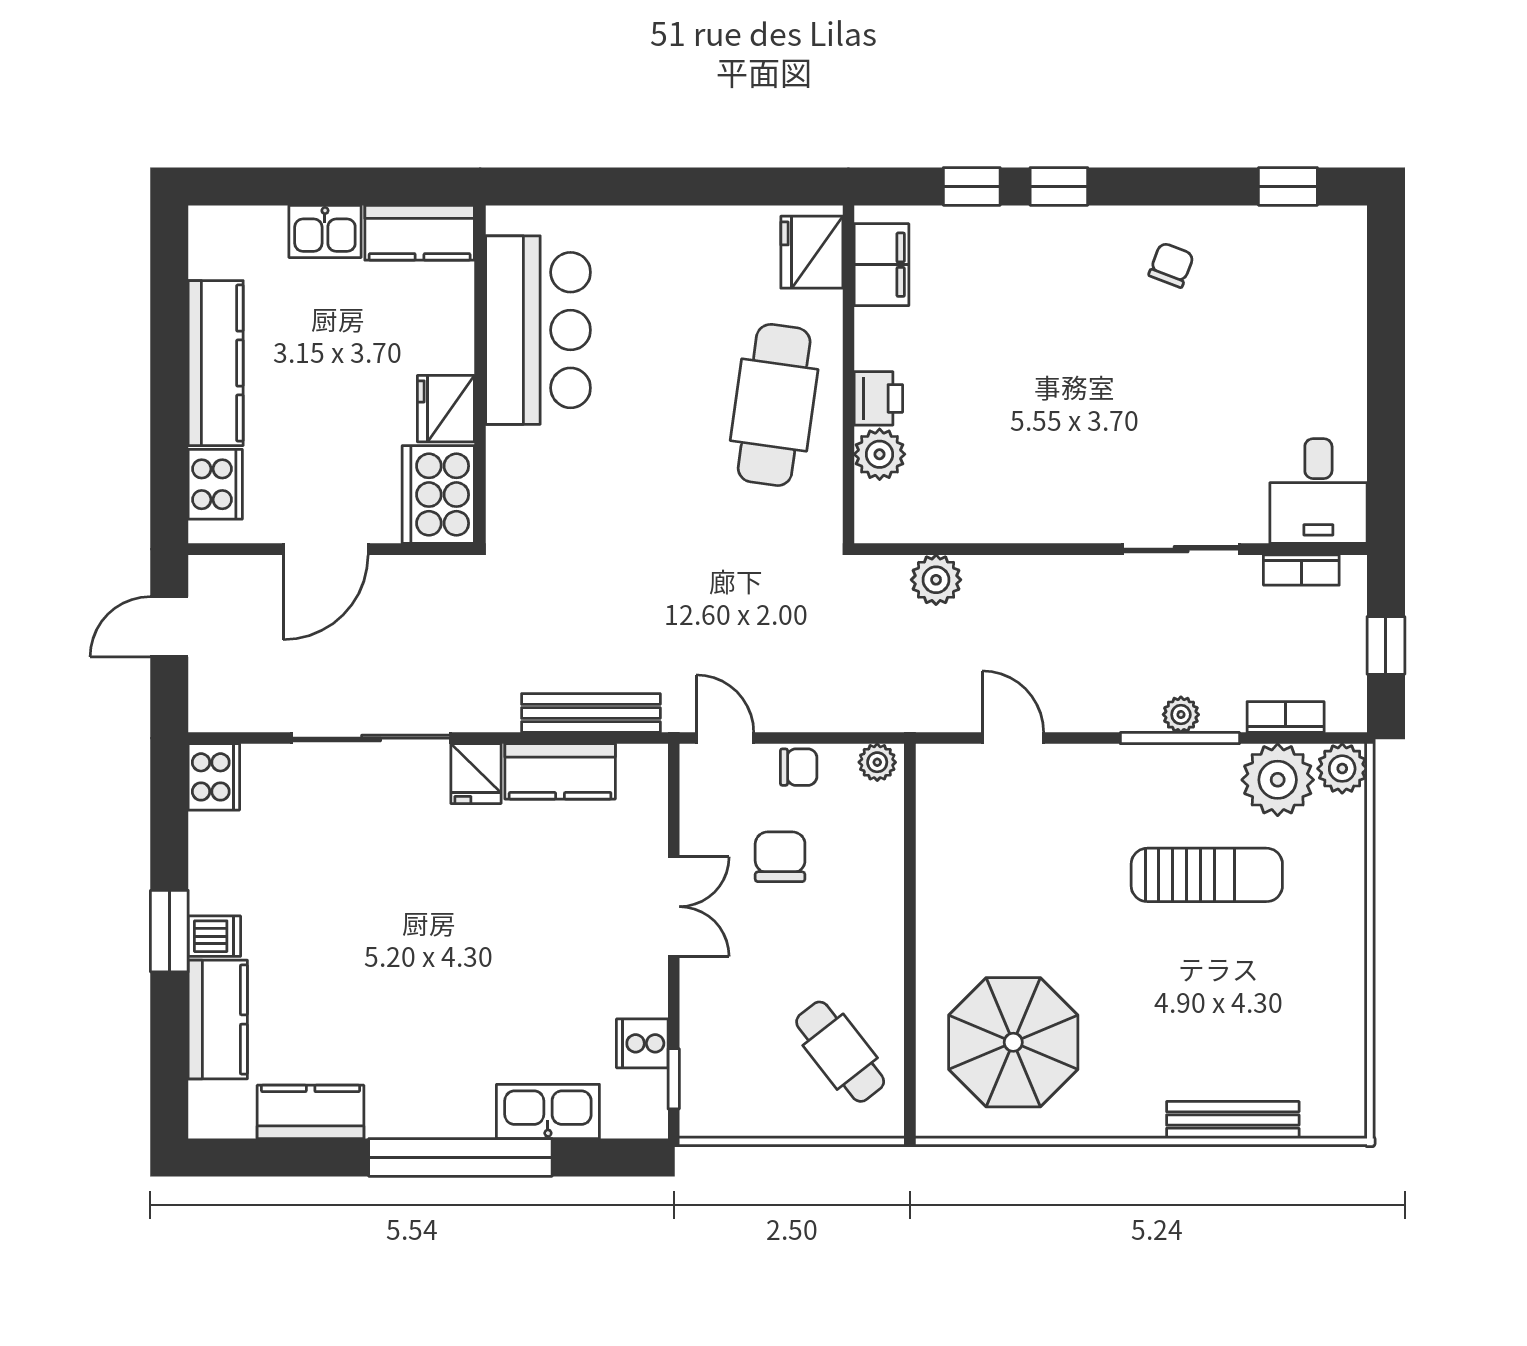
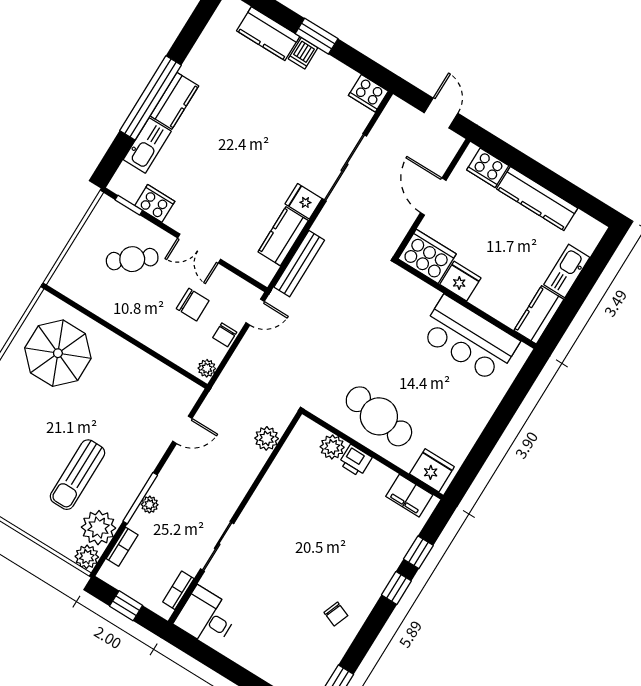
kitchen sink: (325, 231) -> (567, 271), width x1.38
cooker: (642, 1043) -> (155, 203), width x1.36
cafe table: (840, 1052) -> (132, 259), moved
kitchen counter: (311, 1112) -> (174, 101), moved

